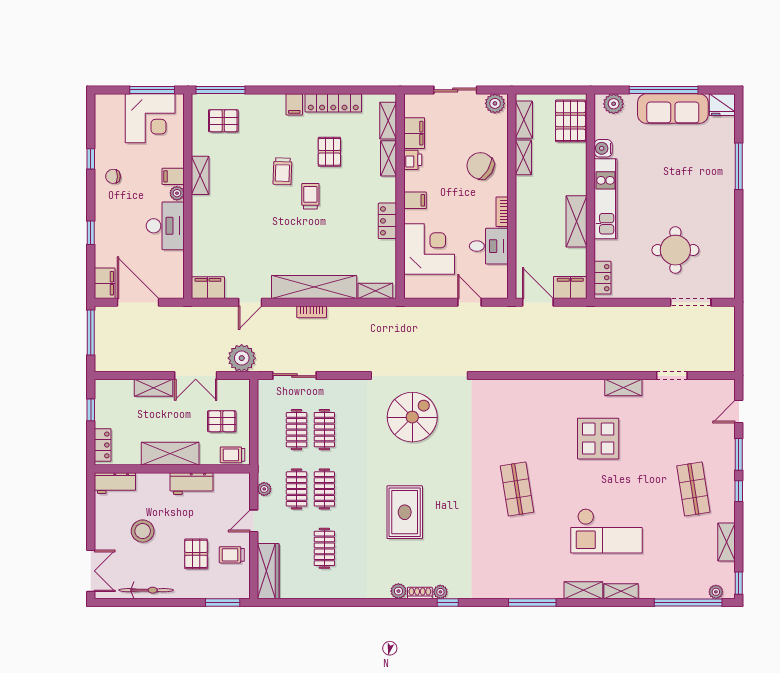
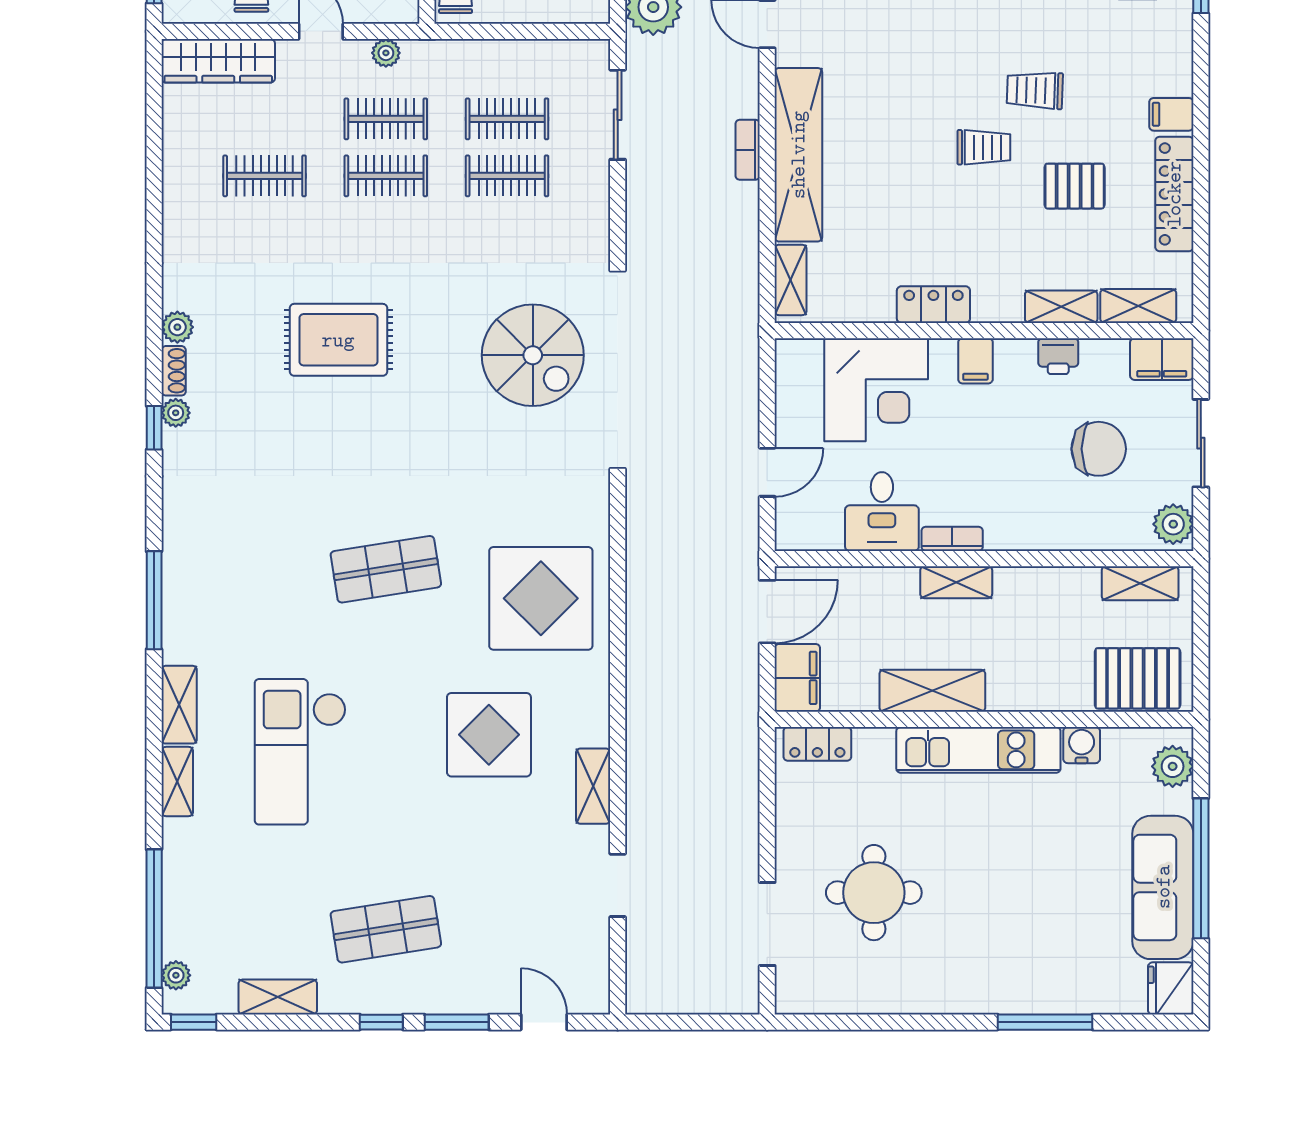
filing cabinet: (414, 133) -> (1162, 359), moved
shelving: (523, 157) -> (956, 582), moved
chair: (480, 166) -> (1099, 449), moved, turned 58
display table: (531, 413) -> (541, 598), added

